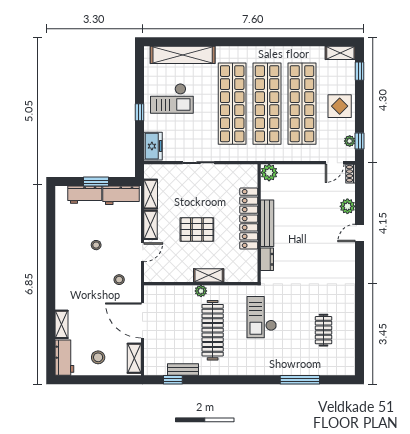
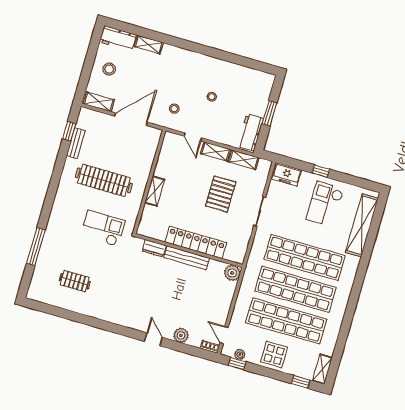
workbench: (85, 195) -> (260, 100), removed
pallet: (197, 230) -> (221, 194), moved
plant: (201, 291) -> (142, 180), removed

